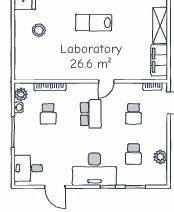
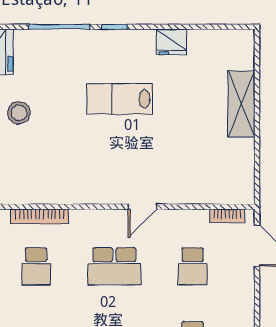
filing cabinet: (159, 60) -> (240, 168), removed
school desk: (91, 114) -> (114, 266), turned 90

